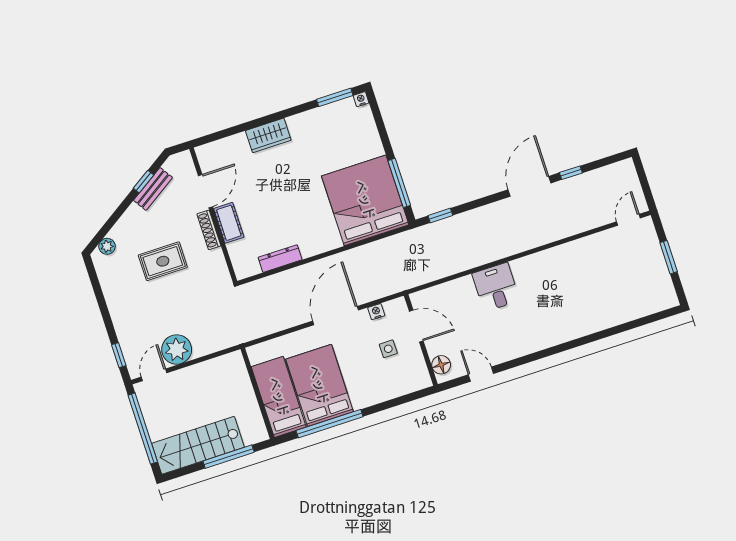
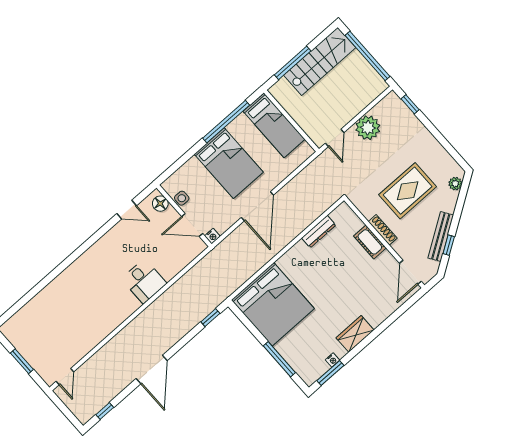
nightstand: (361, 99) -> (333, 360), moved
wardrobe: (268, 135) -> (355, 334), moved
window: (571, 173) -> (105, 411), moved
window: (399, 183) -> (279, 359), moved
bench: (153, 189) -> (441, 237), width x1.36
door: (205, 191) -> (410, 272), moved
rug: (163, 261) -> (408, 191), width x1.36, depth x1.43
nightstand: (376, 312) -> (212, 236), moved
side table: (388, 349) -> (182, 198), moved
door: (154, 375) -> (335, 138), moved
bed: (319, 385) -> (229, 163), moved

